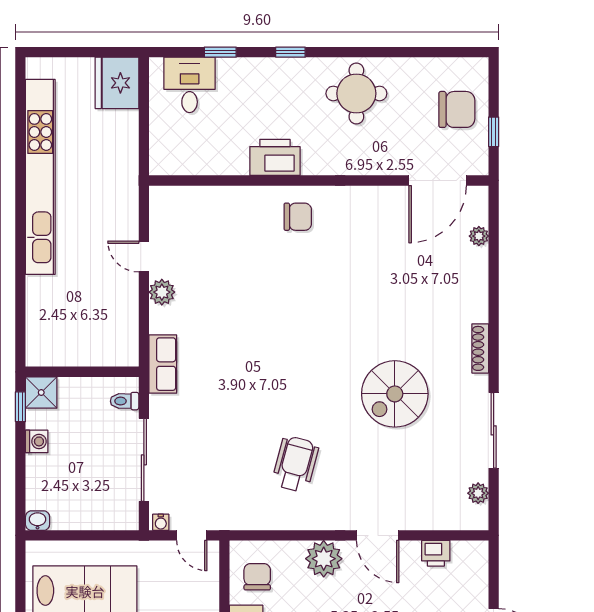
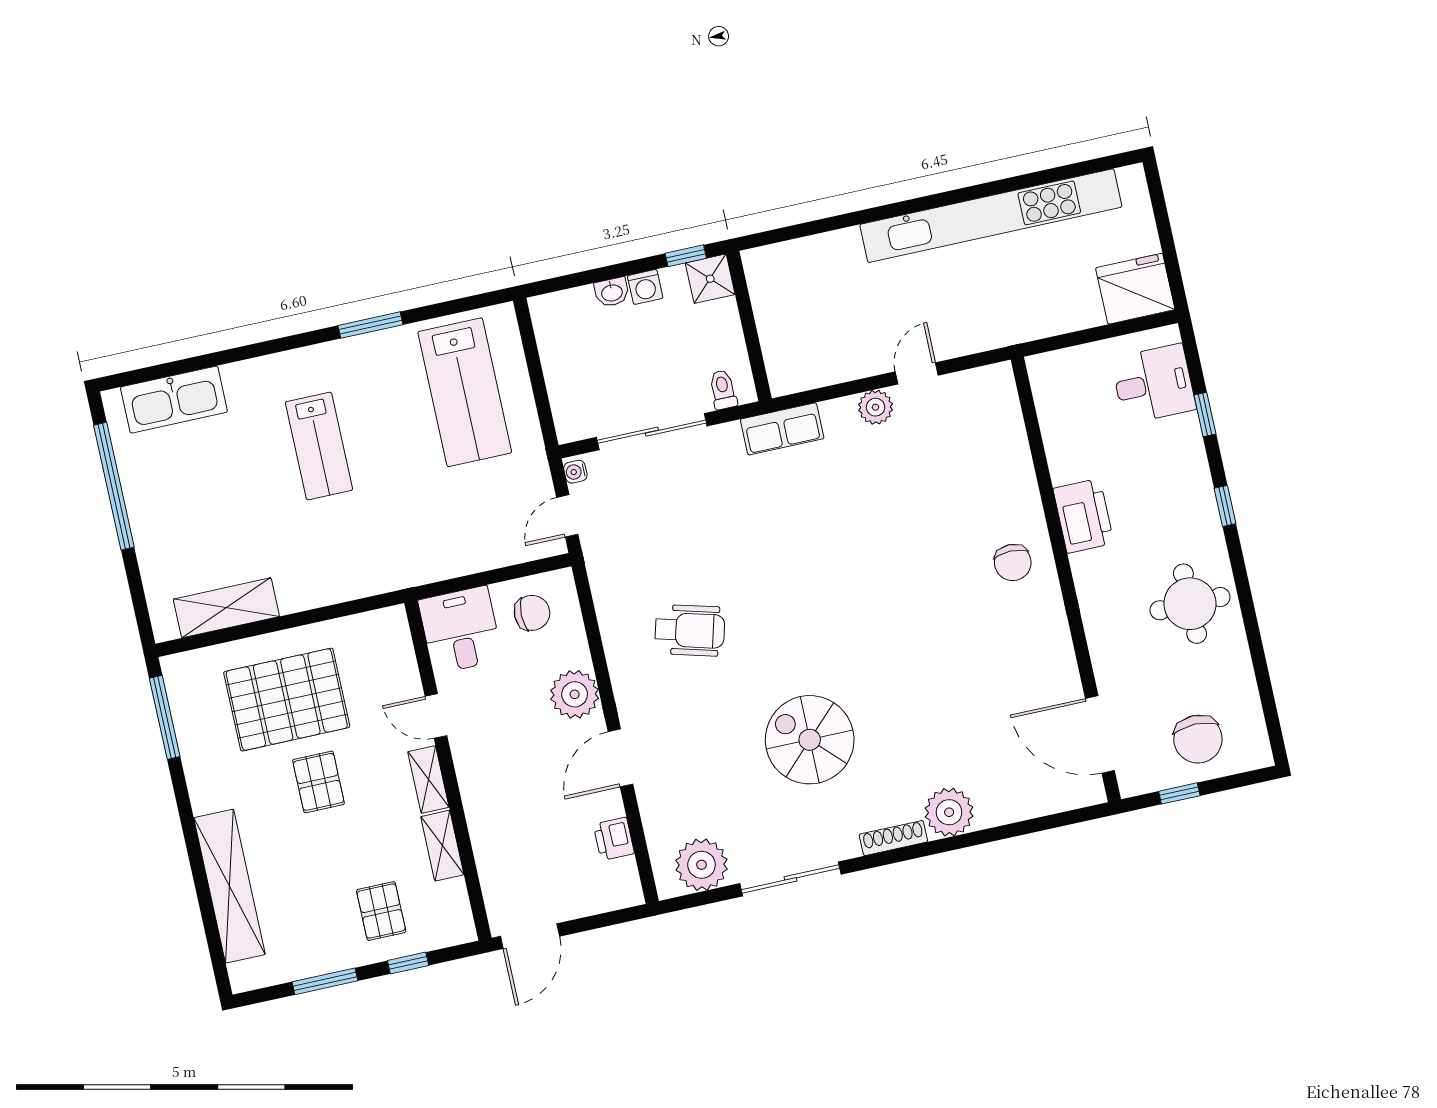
plant: (479, 236) -> (949, 812), moved, width x1.88, depth x1.88
plant: (478, 493) -> (702, 865), width x1.88, depth x1.88
washbasin: (38, 521) -> (612, 292), moved, turned 90

